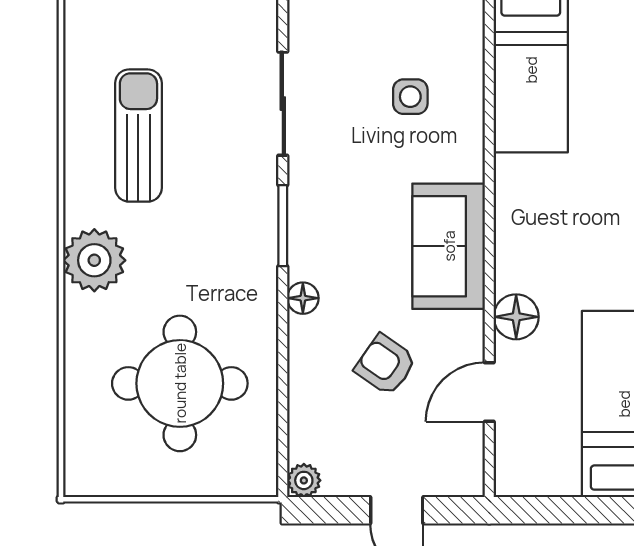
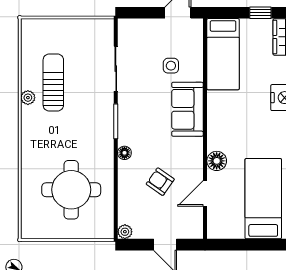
sofa: (449, 246) -> (187, 109), moved
plant: (94, 260) -> (28, 98), moved, width x0.53, depth x0.53

